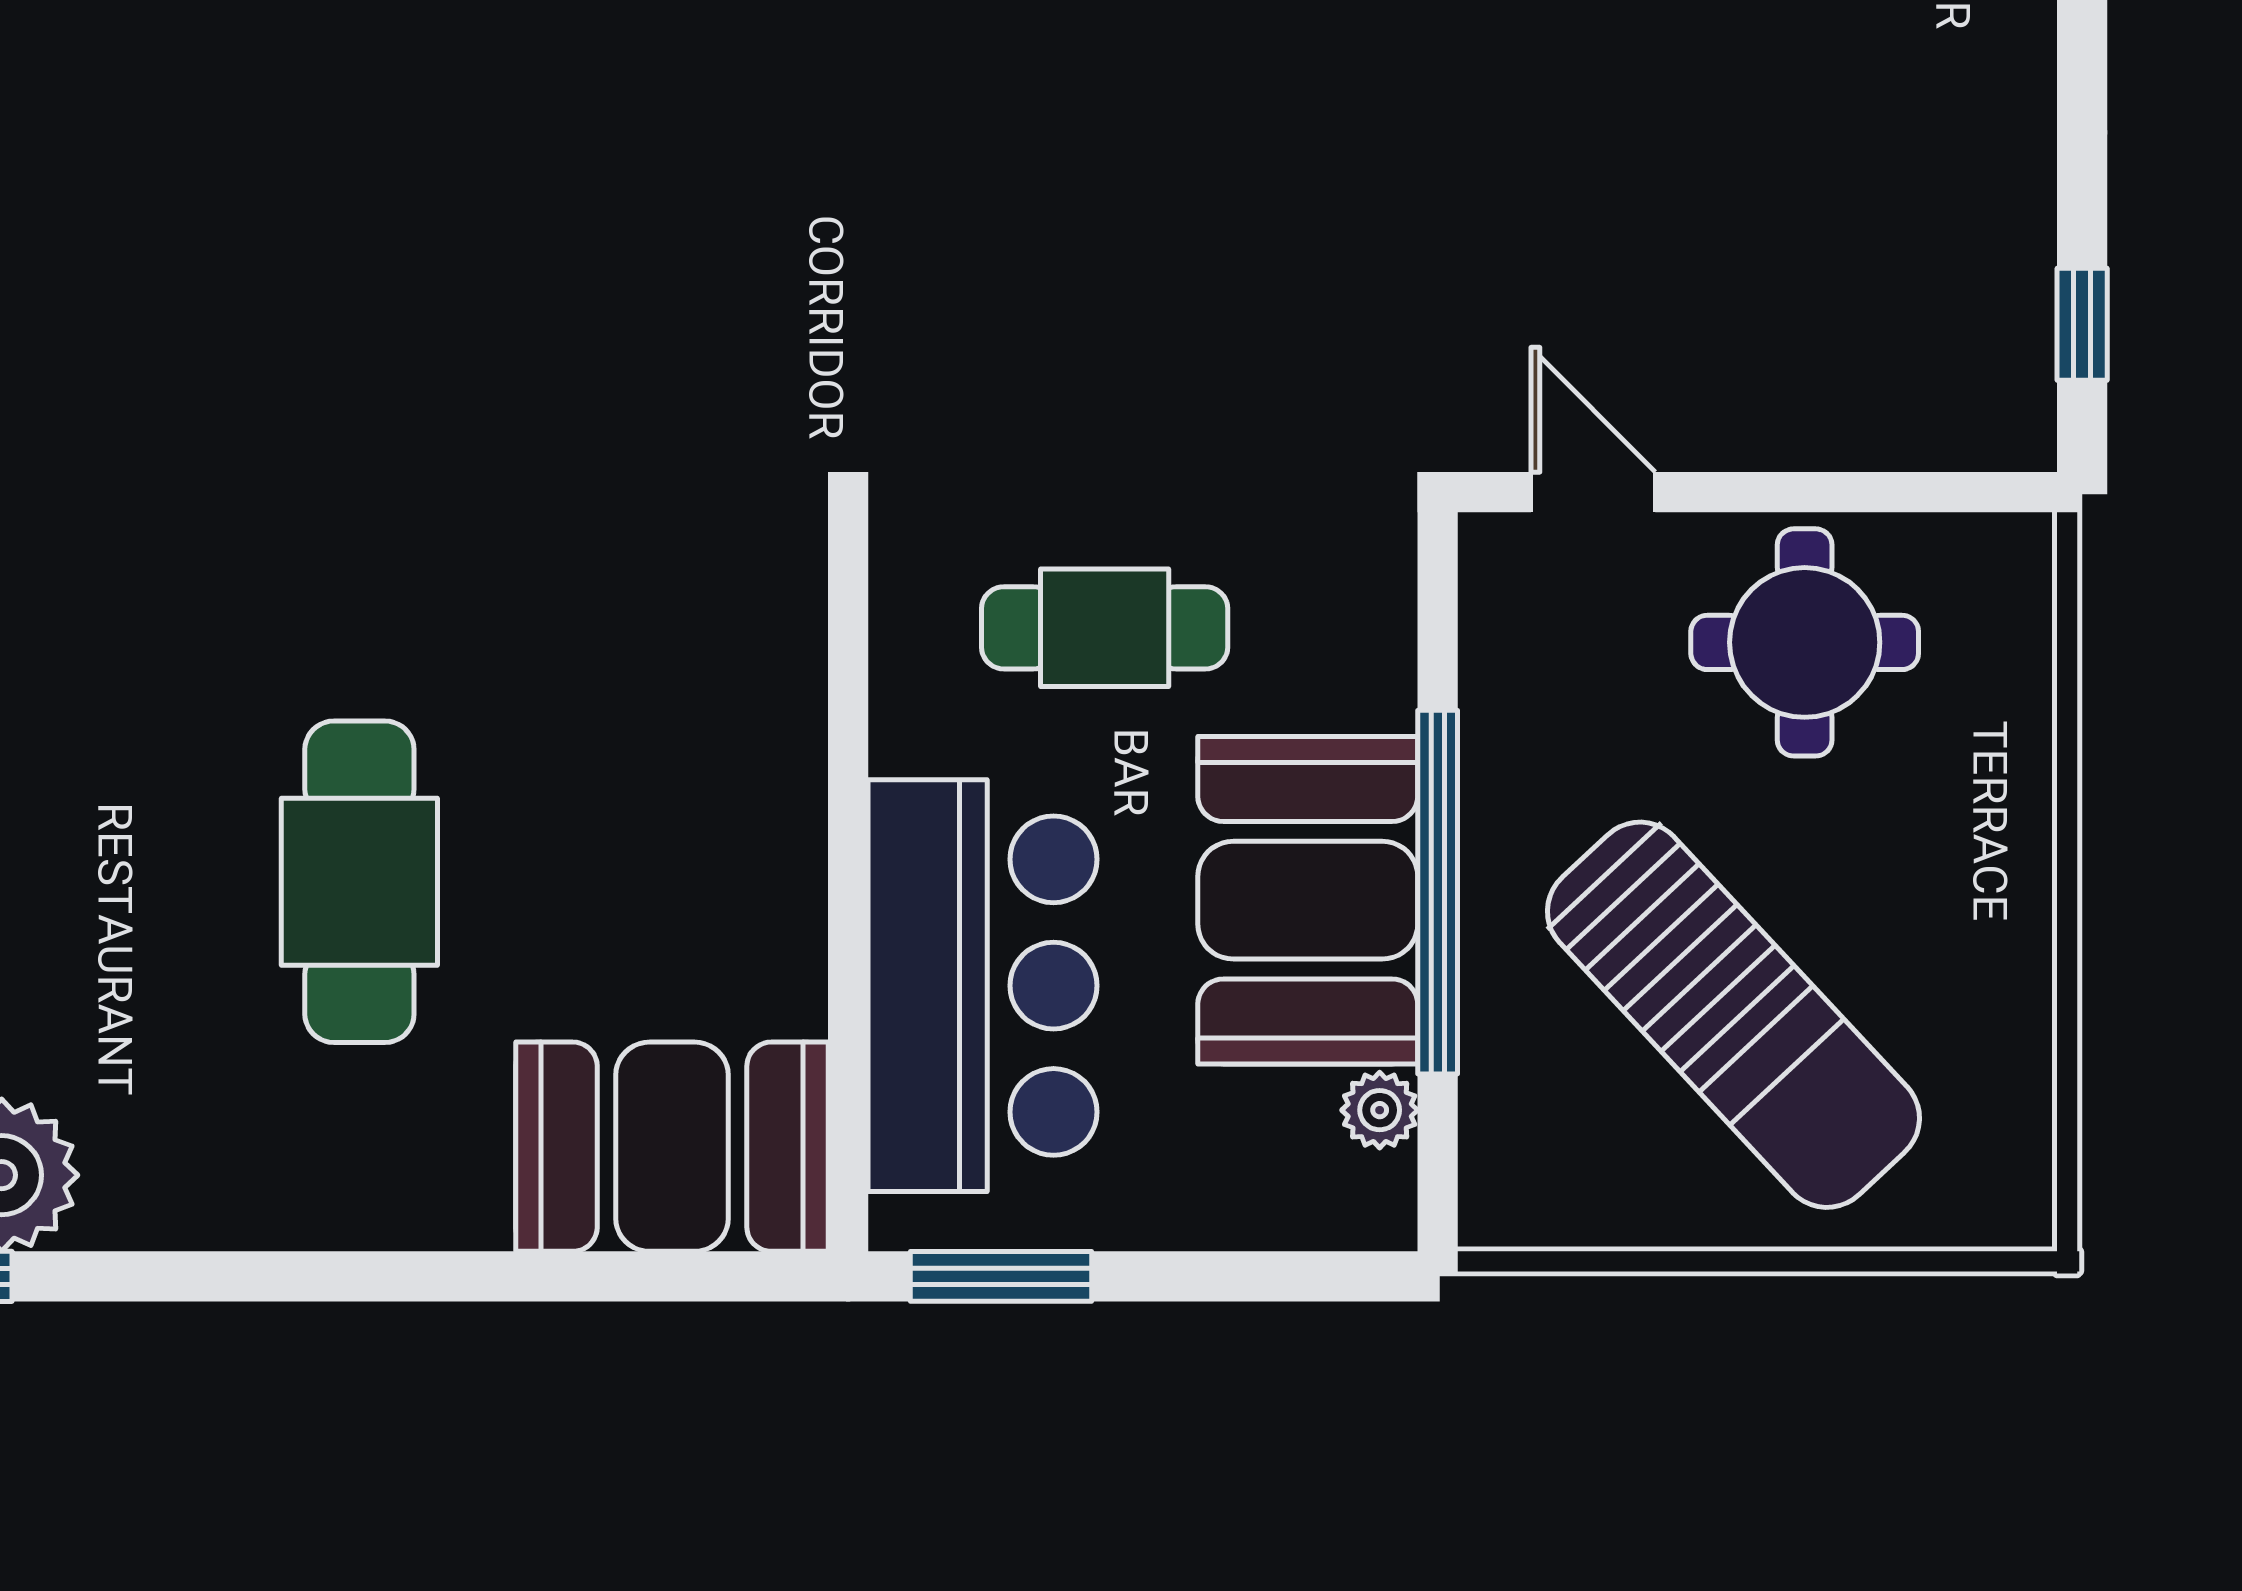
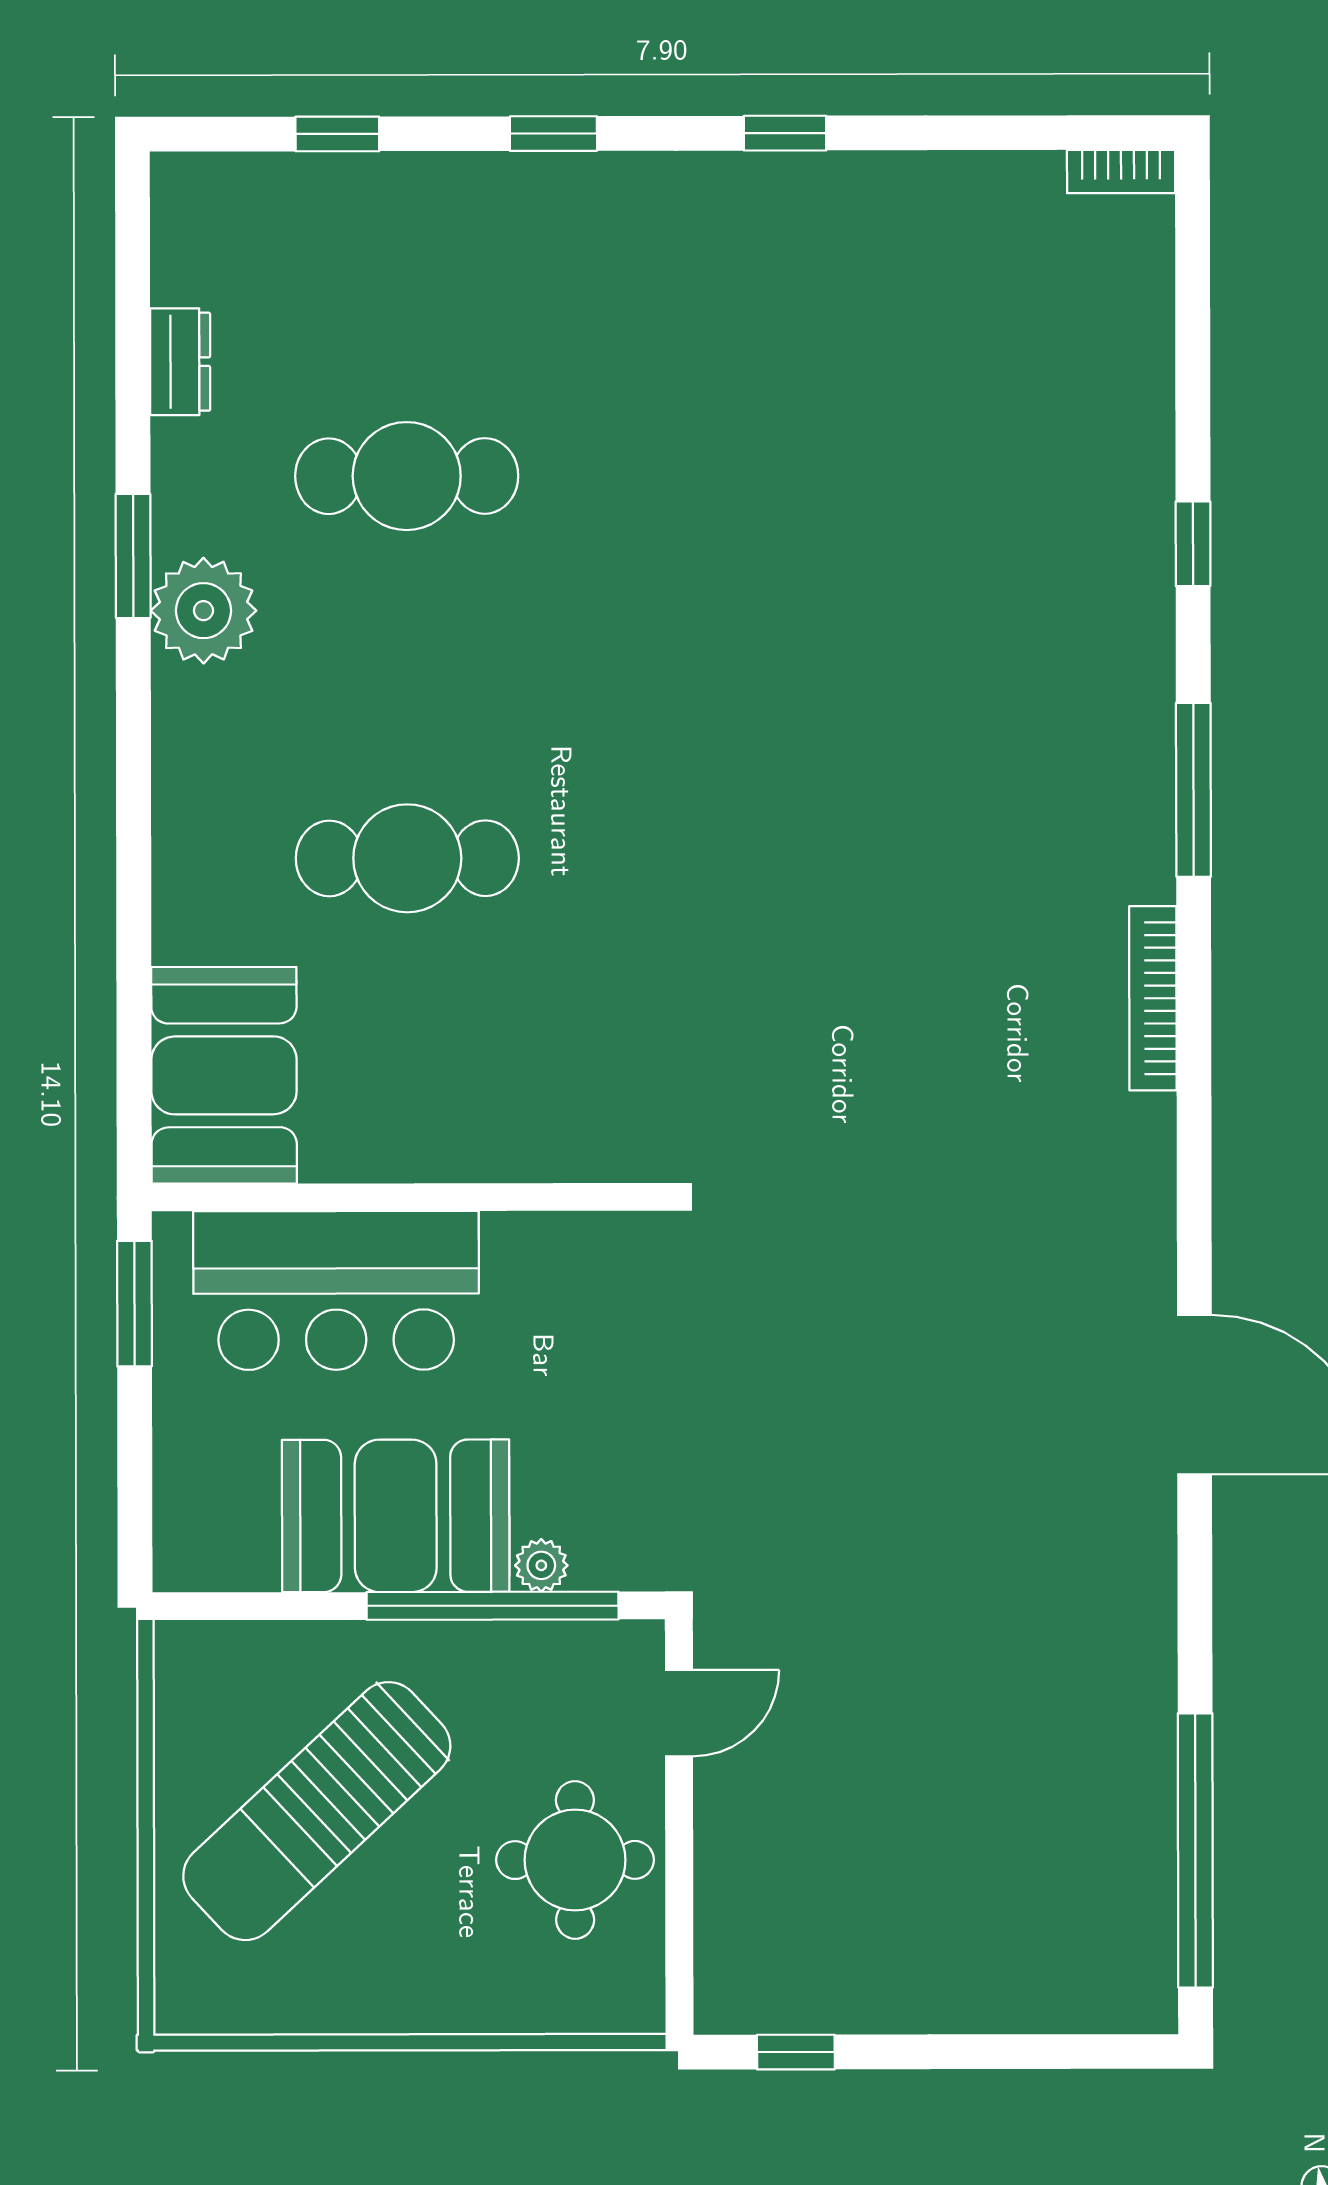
cafe table: (1105, 628) -> (584, 1375), removed
window: (1438, 892) -> (493, 1606), moved
plant: (1380, 1110) -> (541, 1565), moved

